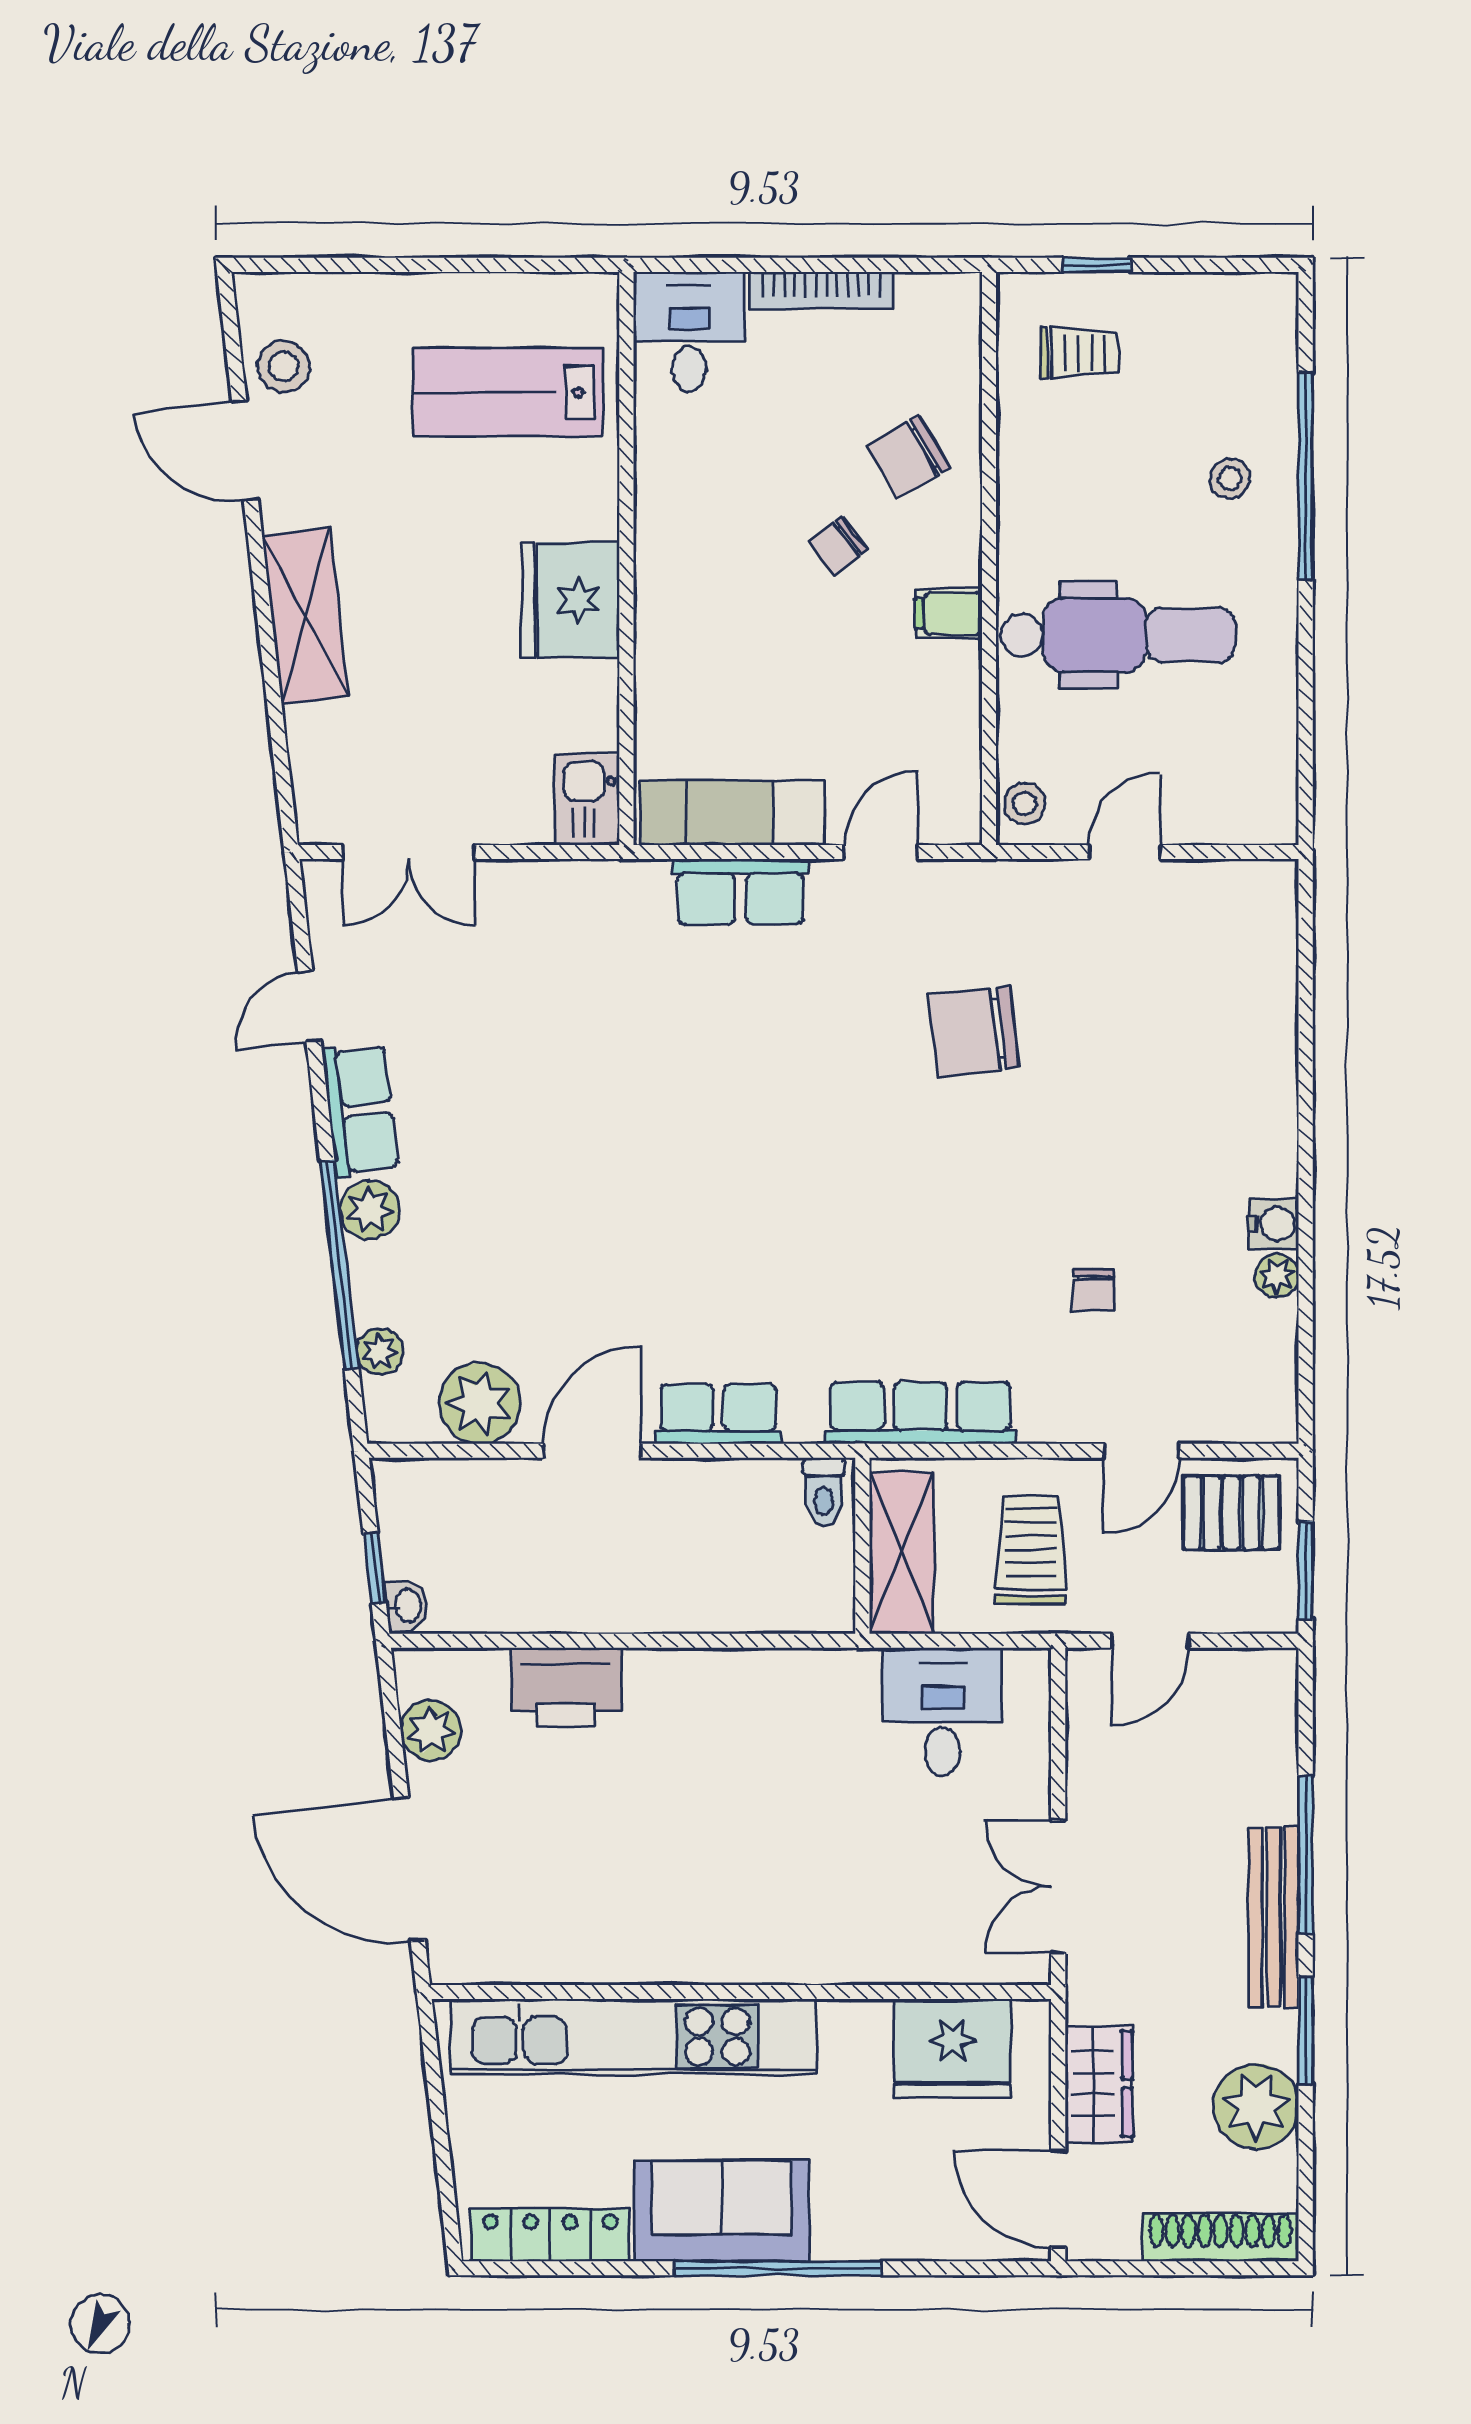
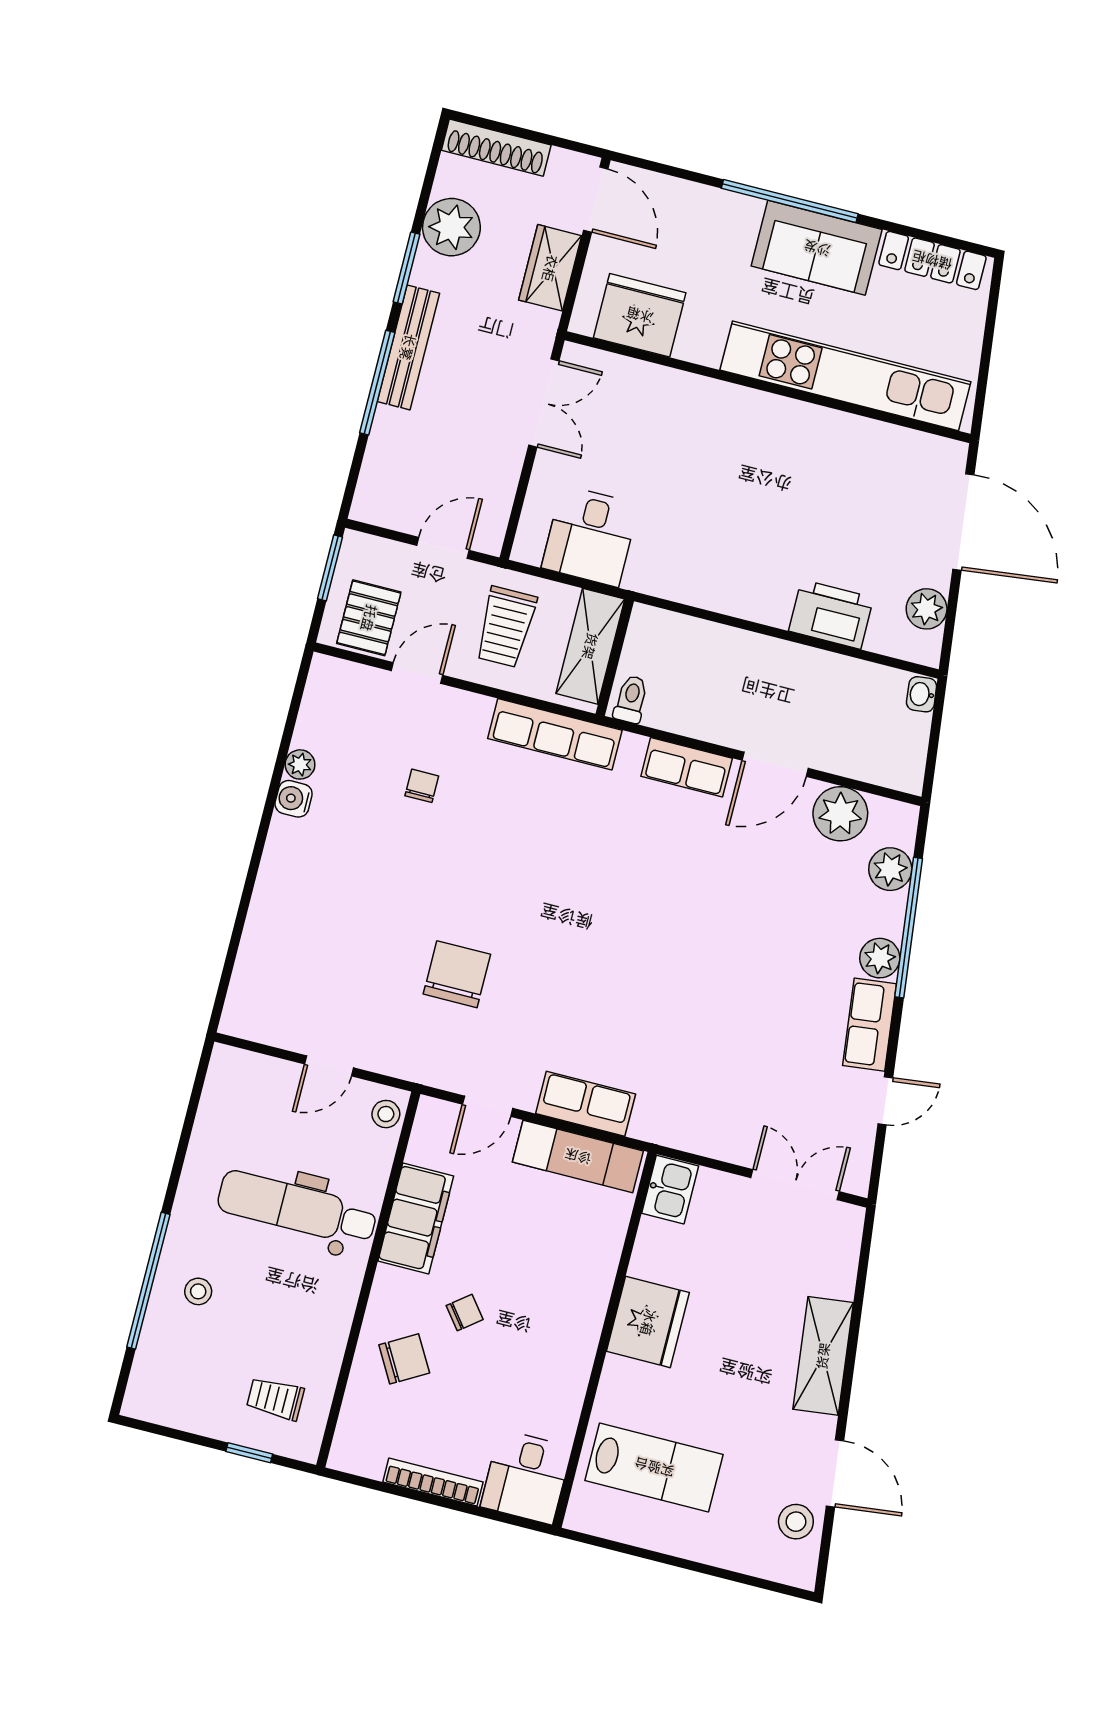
filing cabinet: (949, 614) -> (416, 1219), width x3.00, depth x1.17
chair: (974, 1031) -> (457, 974), turned -83
plant: (380, 1352) -> (890, 869), width x1.38, depth x1.38
pallet: (1231, 1513) -> (369, 618), turned 90
window: (375, 1568) -> (936, 724), removed

